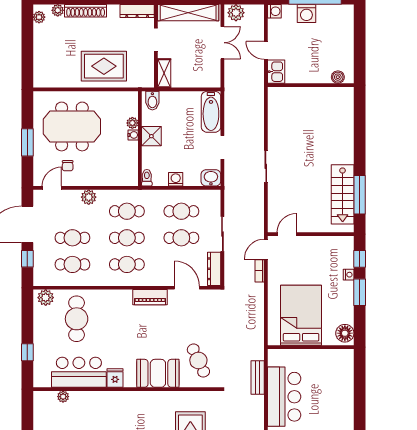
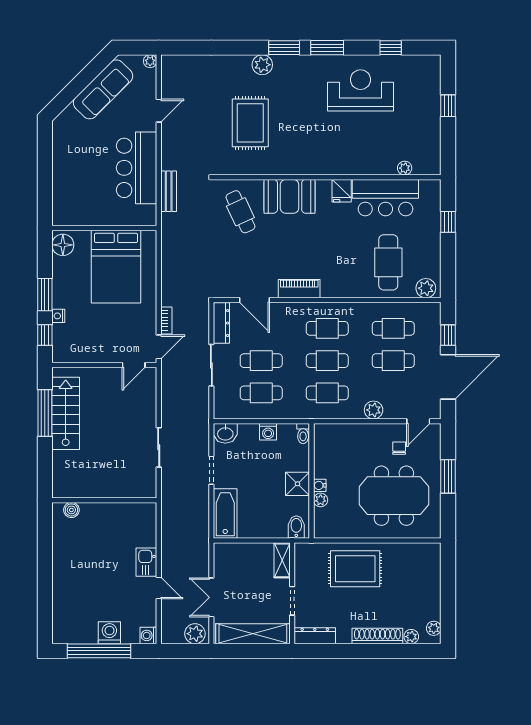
boiler: (338, 77) -> (71, 510), moved
wall: (311, 85) -> (104, 500), moved

